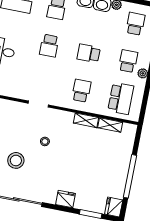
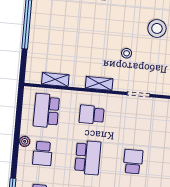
school desk: (89, 53) -> (88, 158), width x1.85
school desk: (81, 91) -> (92, 115), turned 90
shelving: (86, 120) -> (99, 83), moved

